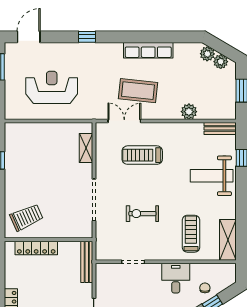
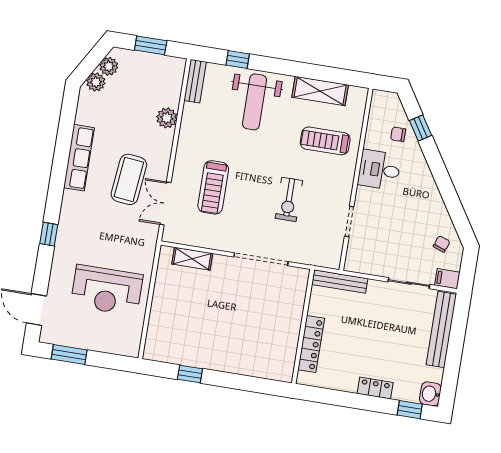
reception desk: (52, 87) -> (107, 290), turned -90
trolley: (26, 217) -> (269, 350), removed
shelving: (228, 240) -> (320, 91), moved

